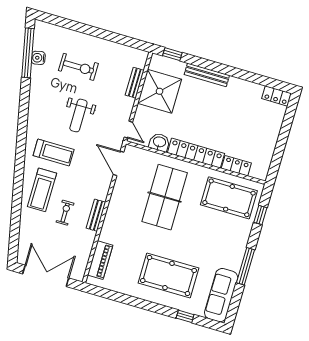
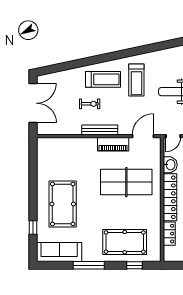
treadmill: (42, 190) -> (103, 79), turned 180
pool table: (229, 198) -> (125, 242), moved, turned 90
bench: (96, 215) -> (100, 130), width x1.36
piano: (100, 260) -> (113, 144), moved

